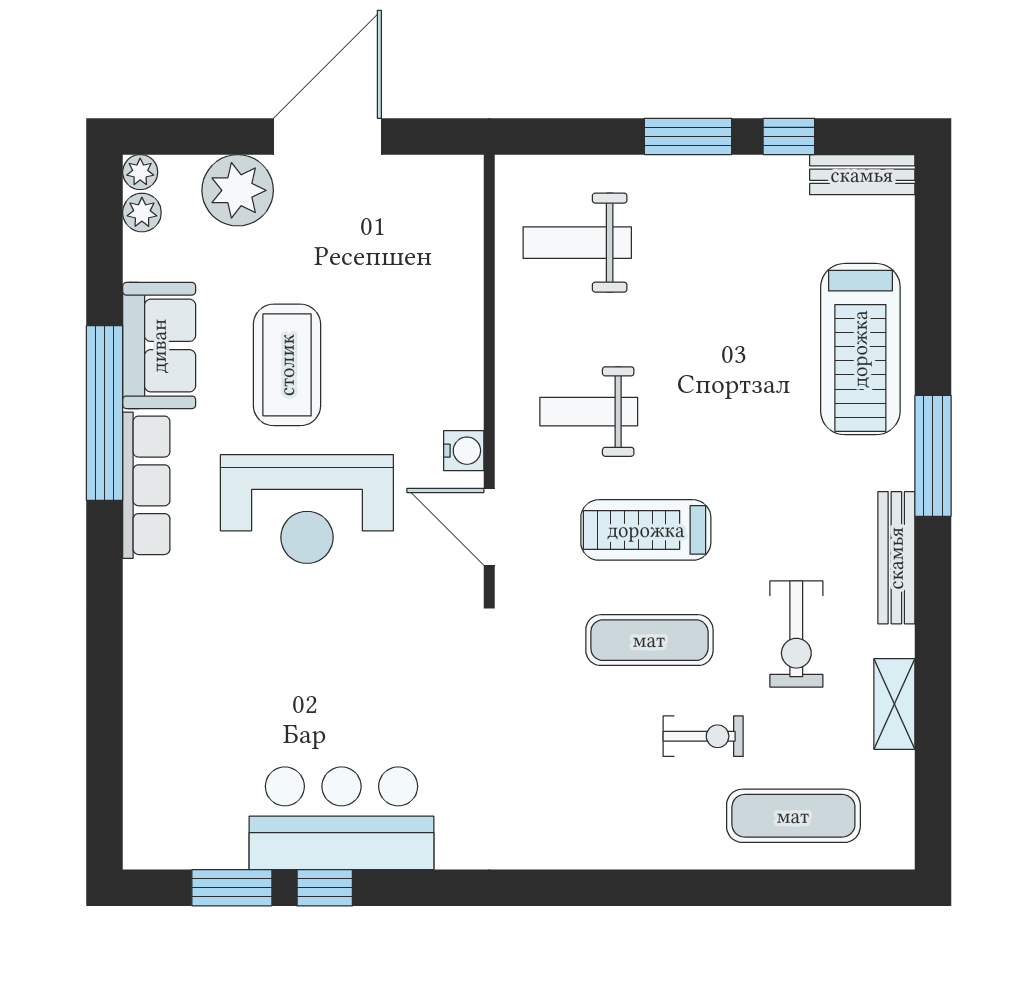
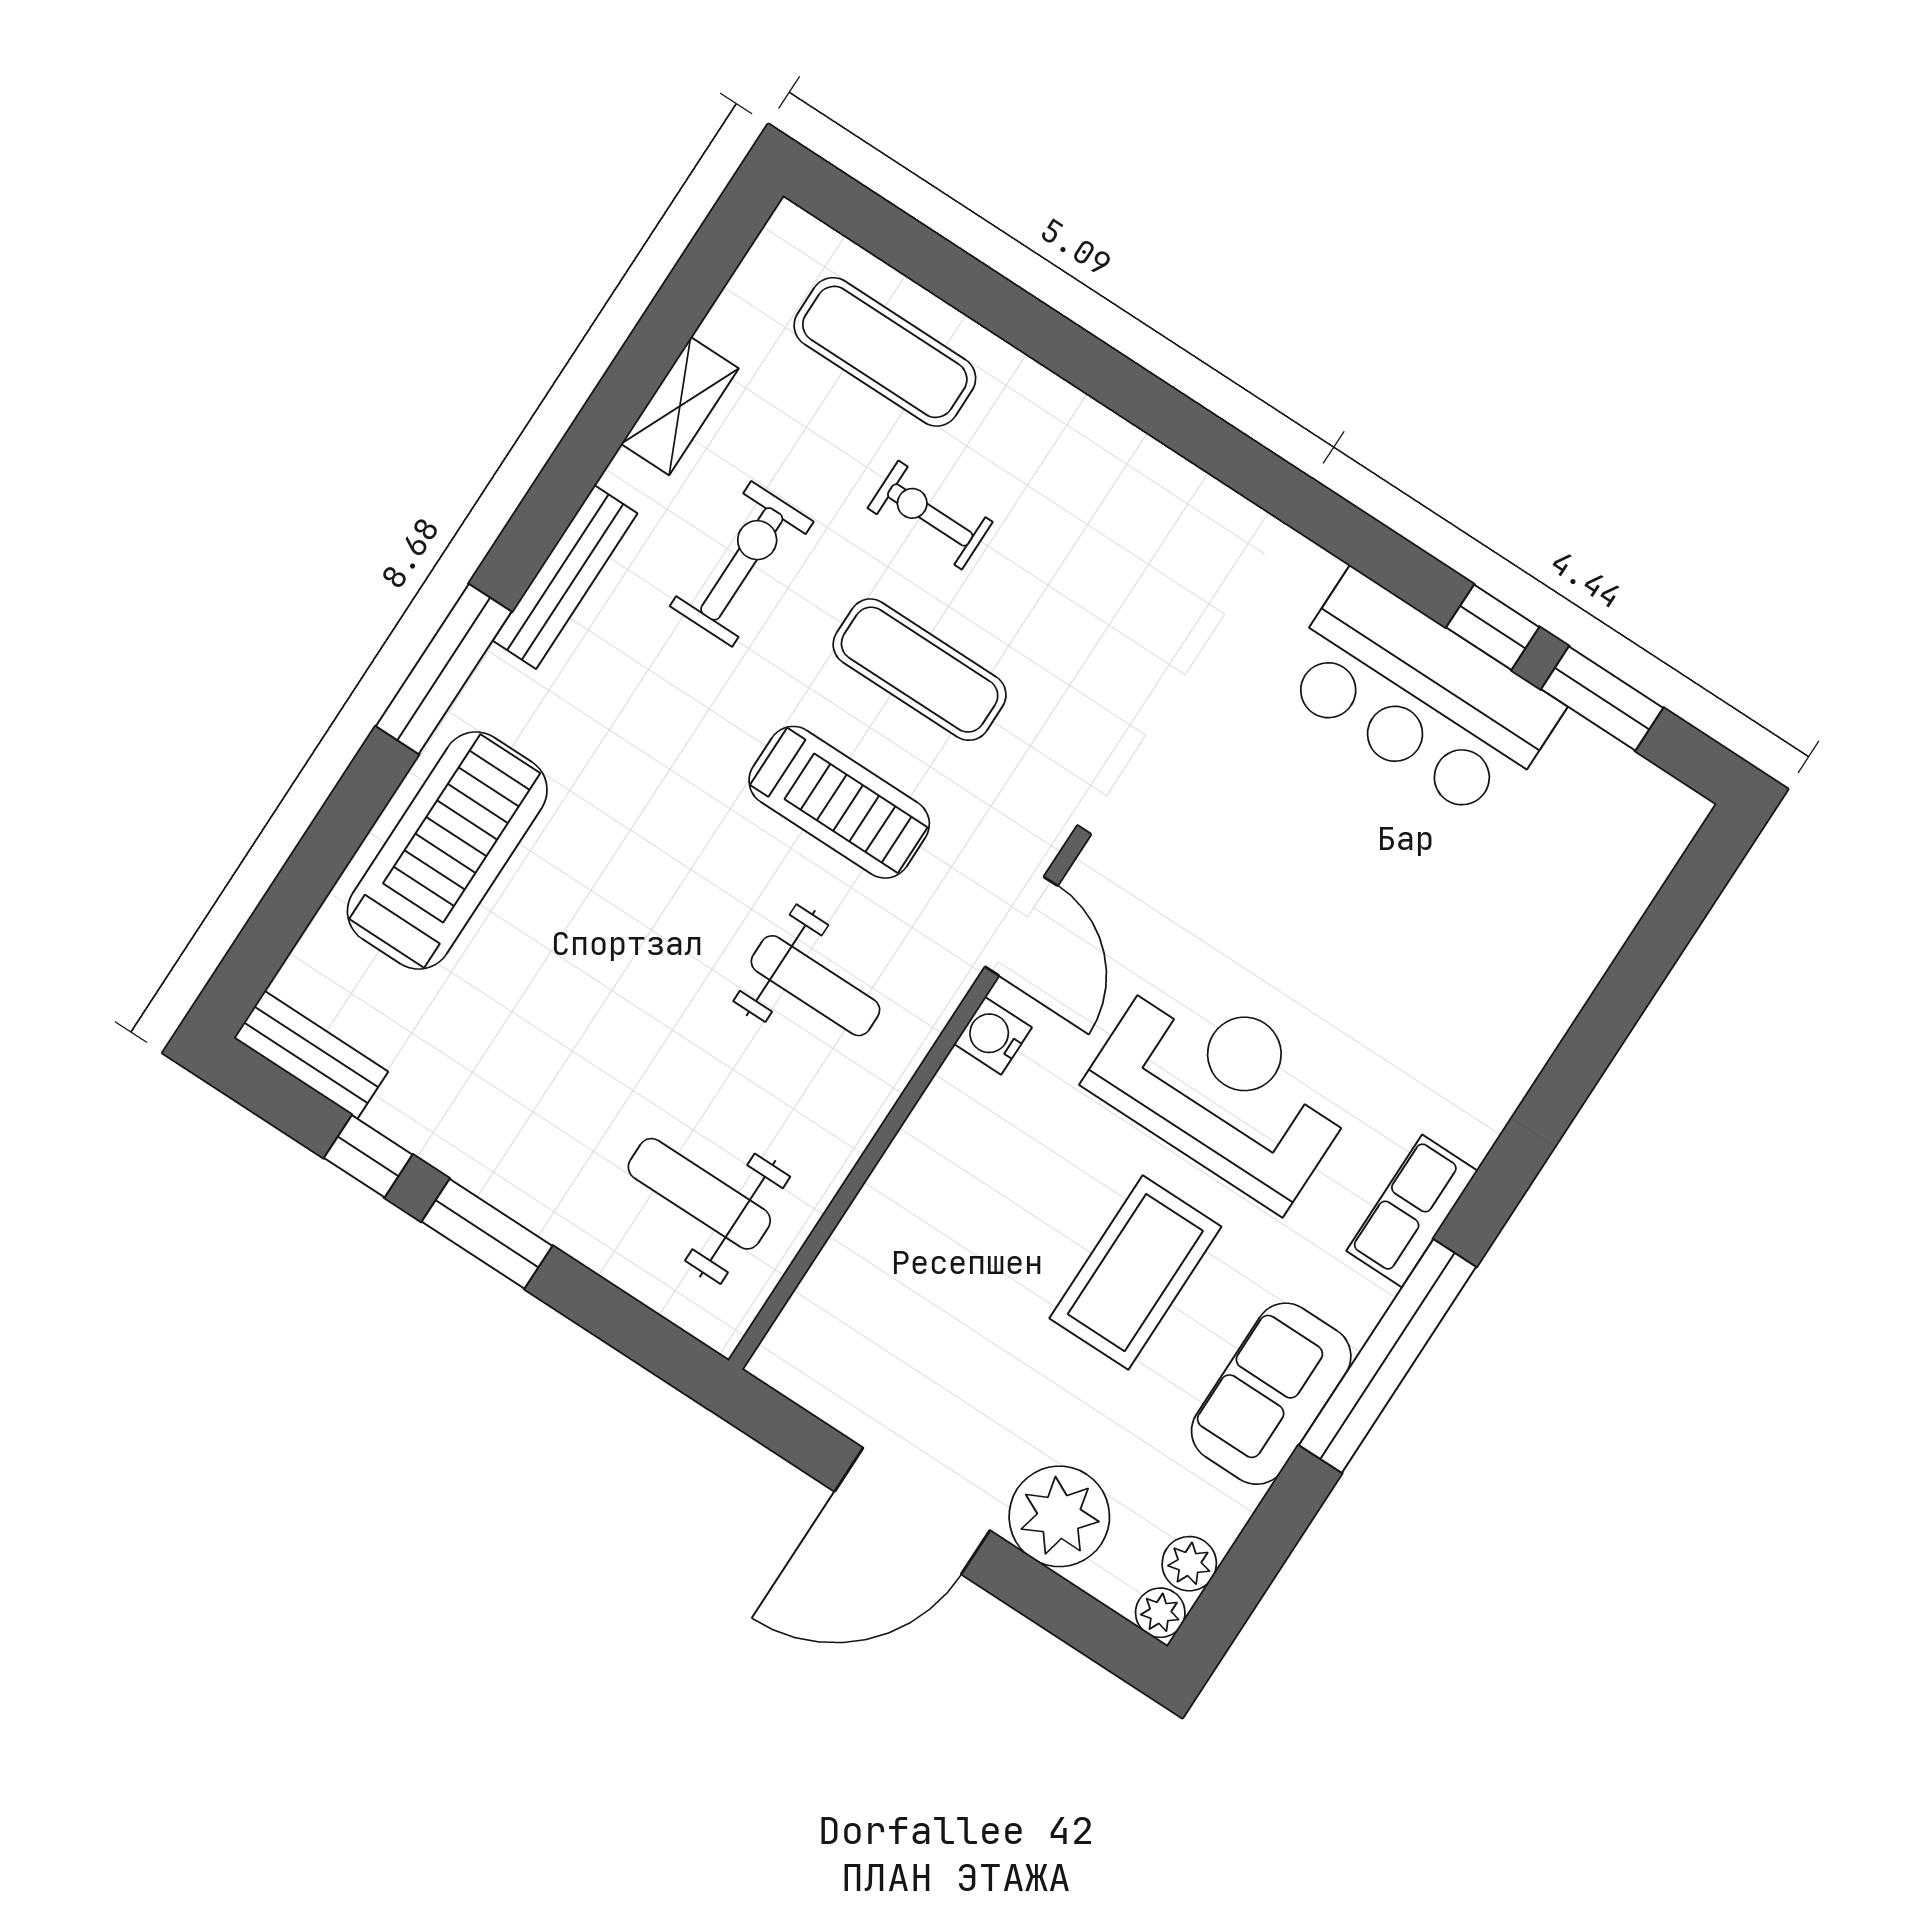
weight bench: (577, 243) -> (699, 1194), turned 180
row of seats: (146, 485) -> (1412, 1211), width x0.68

